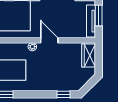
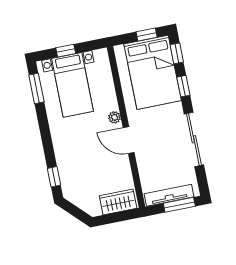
door: (49, 40) -> (129, 140), swing flipped

